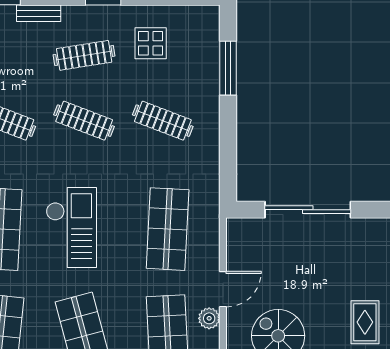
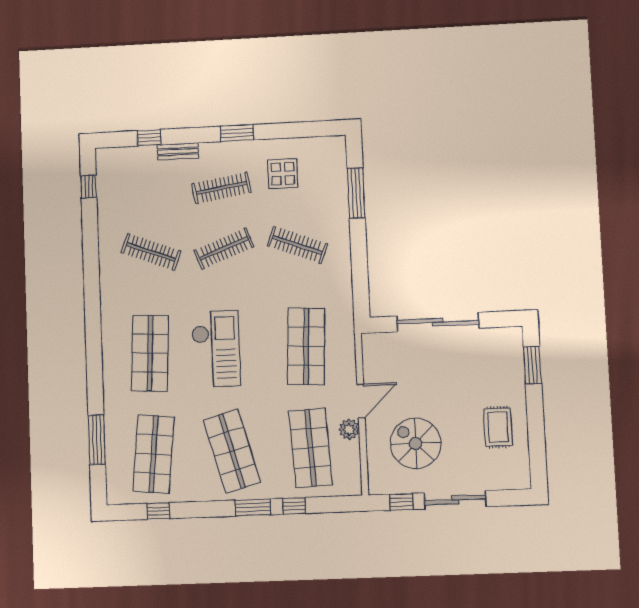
clothes rail: (84, 121) -> (224, 248), turned -42

